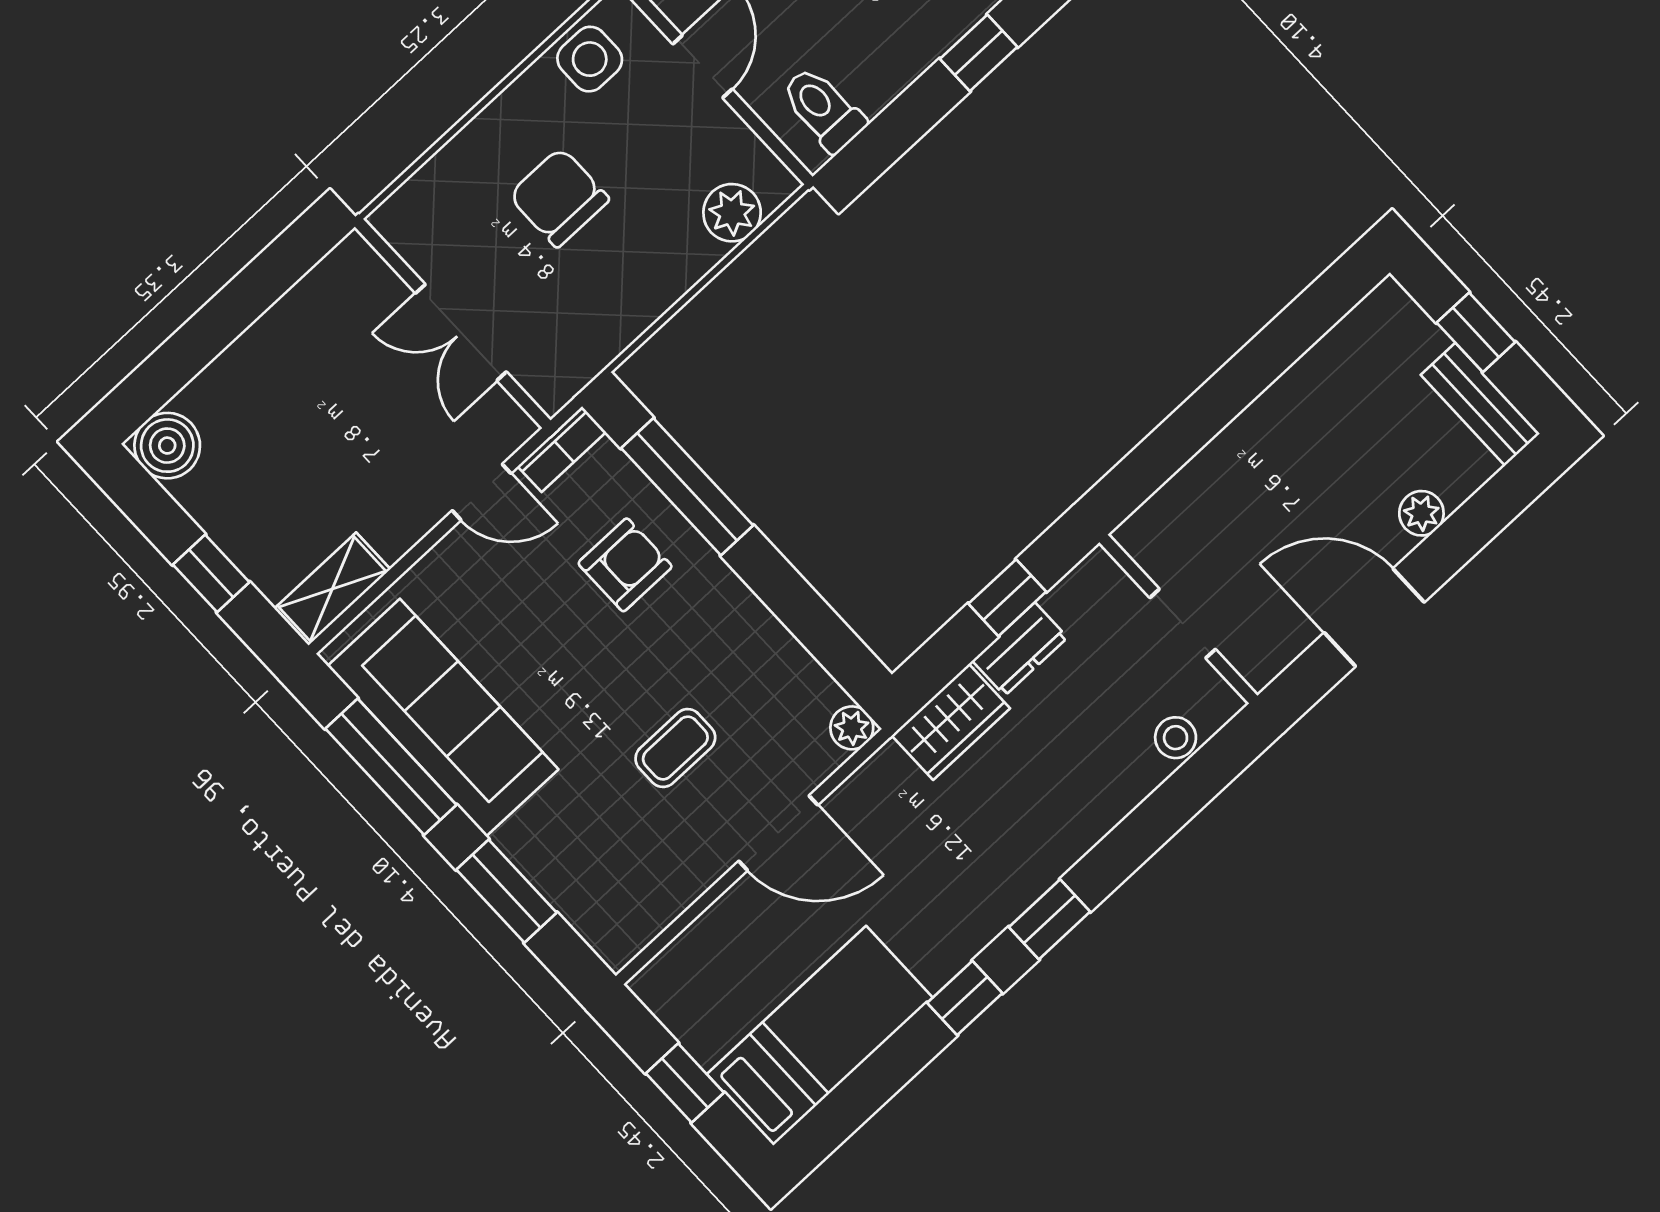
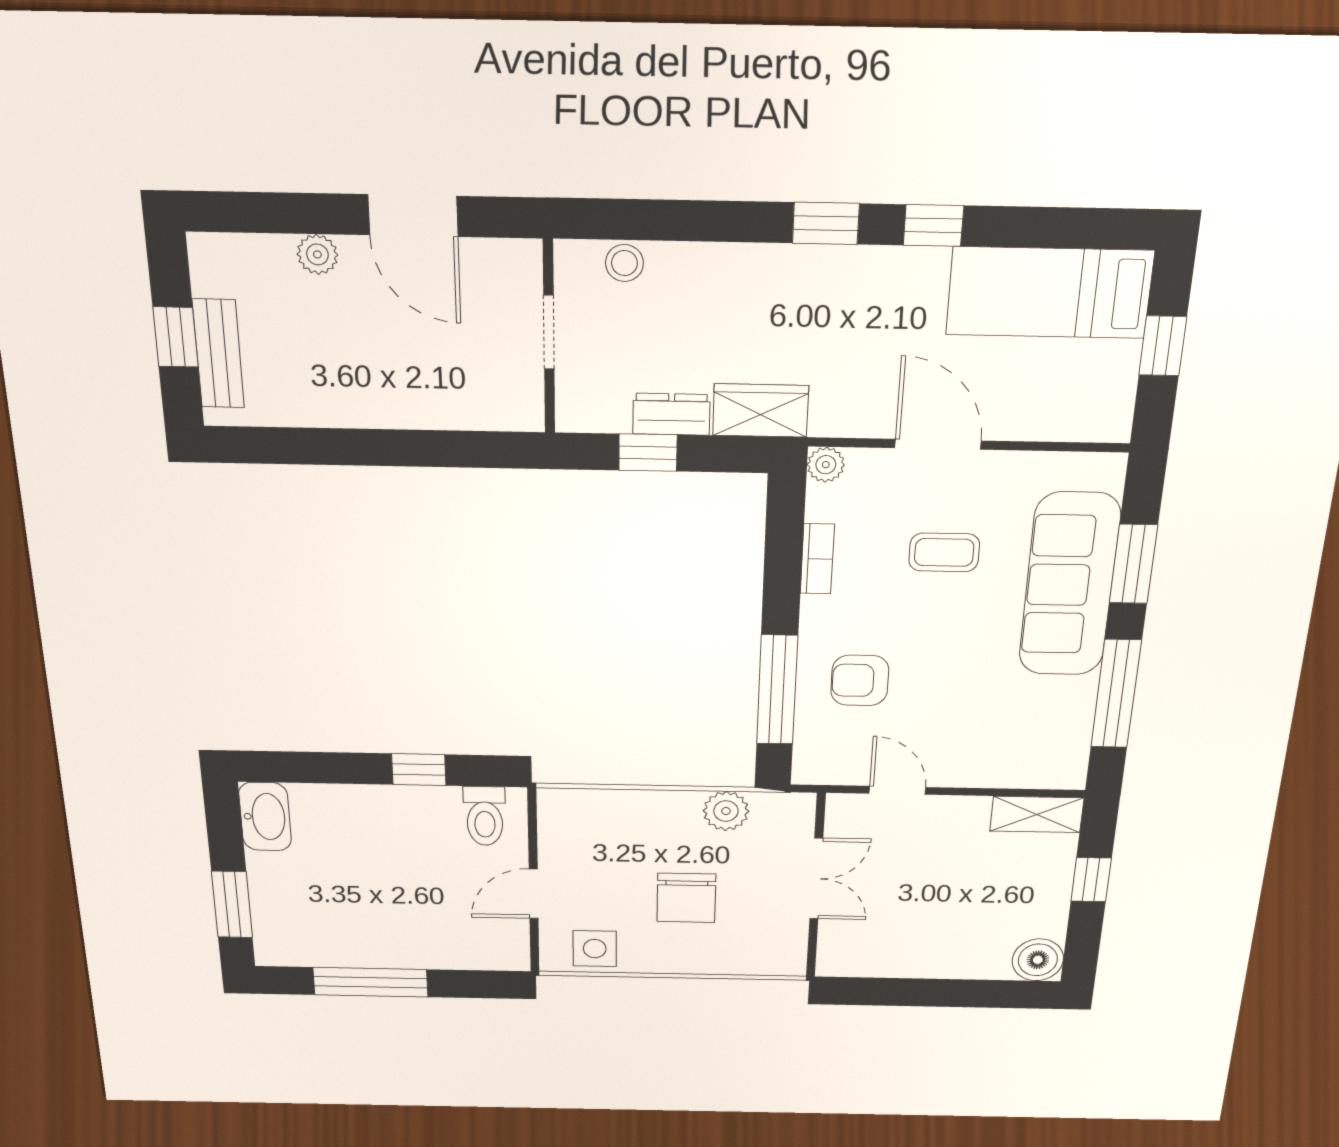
window: (979, 53) -> (419, 770), moved
plant: (732, 213) -> (726, 811), moved
bench: (1480, 404) -> (218, 354), moved
bookcase: (562, 449) -> (817, 559), moved, turned 90
sofa: (443, 718) -> (1069, 585), moved

